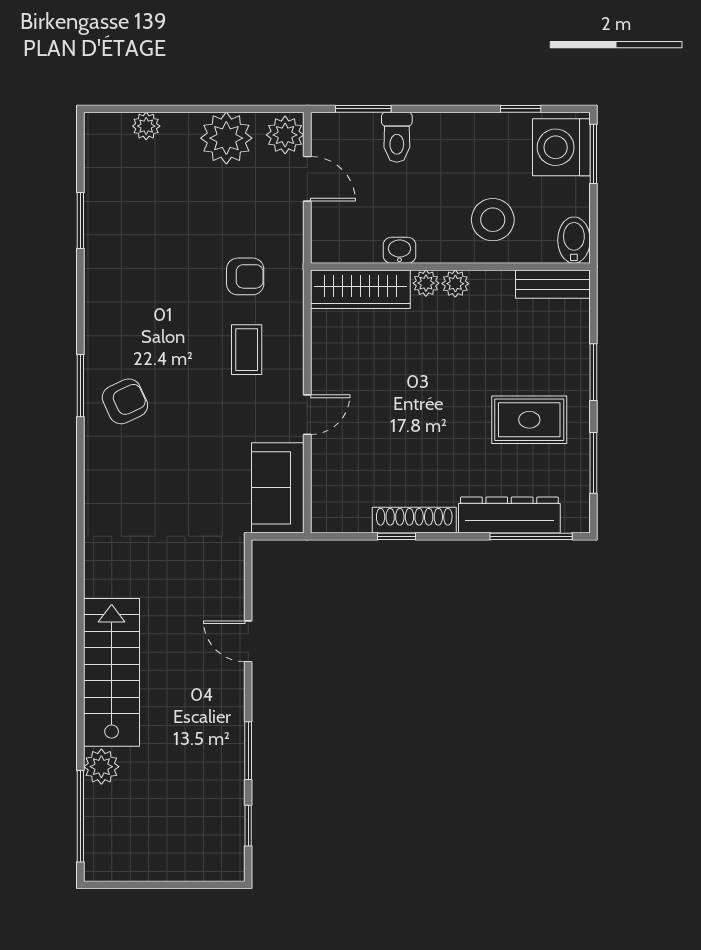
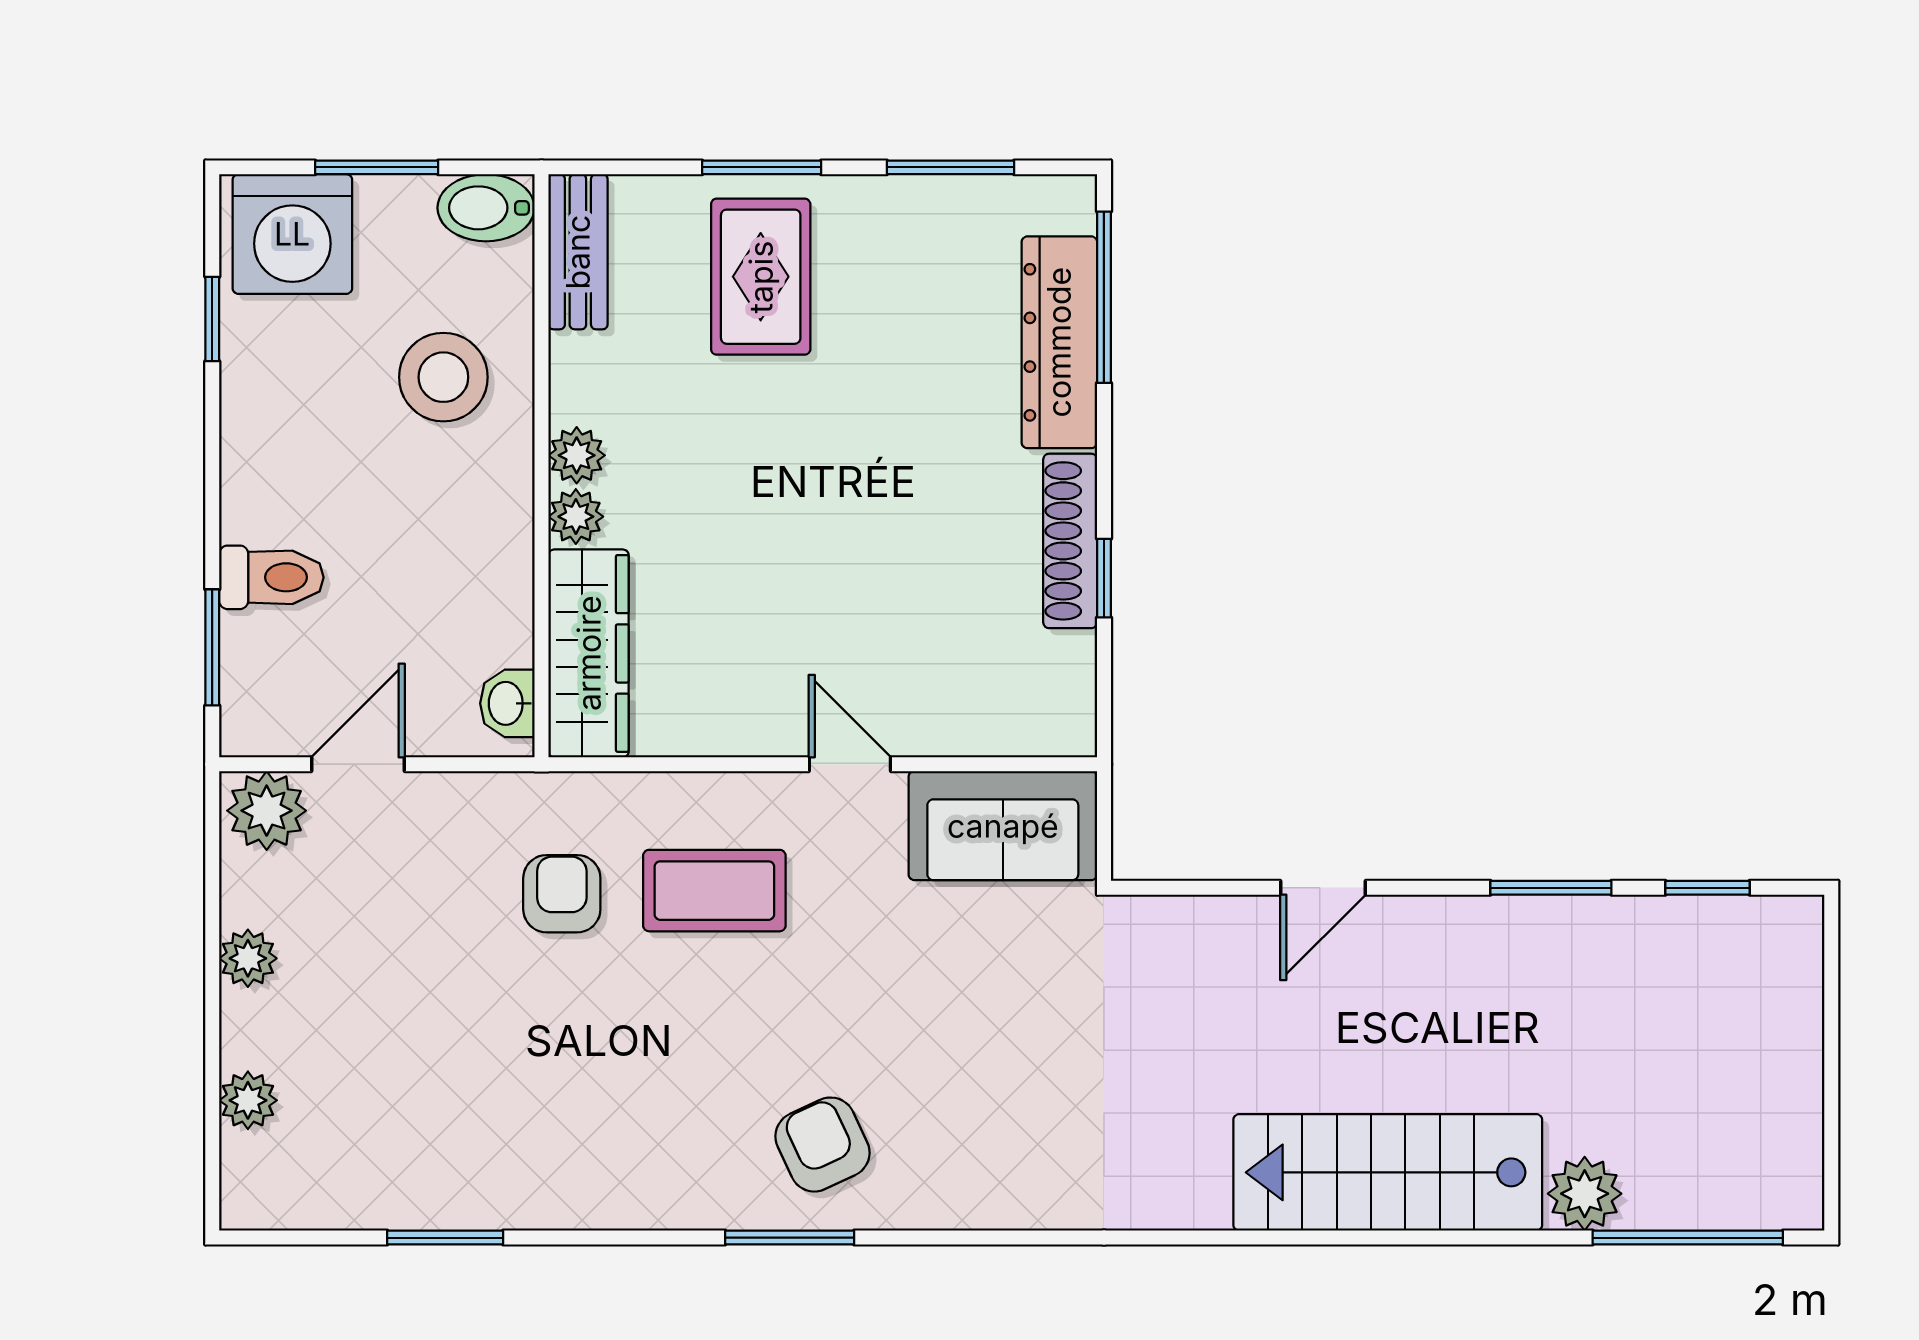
plant: (226, 138) -> (248, 958), width x0.53, depth x0.53
window: (593, 154) -> (377, 167), moved
washbasin: (399, 250) -> (507, 703), moved
coffee table: (247, 350) -> (714, 891), width x1.36, depth x1.30
rug: (529, 420) -> (761, 277), moved

